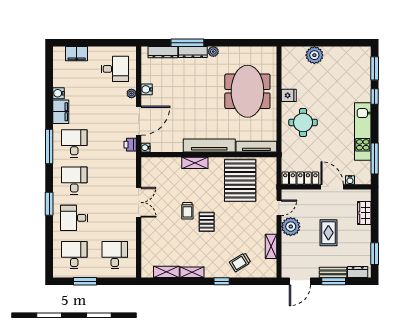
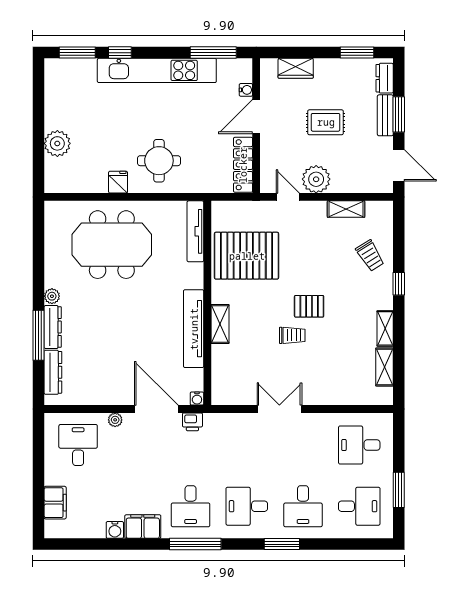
water cooler: (147, 89) -> (109, 397), removed
kitchen unit: (363, 132) -> (157, 70), width x1.36
desk: (74, 143) -> (191, 506), turned -90
tv unit: (209, 145) -> (194, 329), moved
desk: (74, 255) -> (359, 506), turned 180

